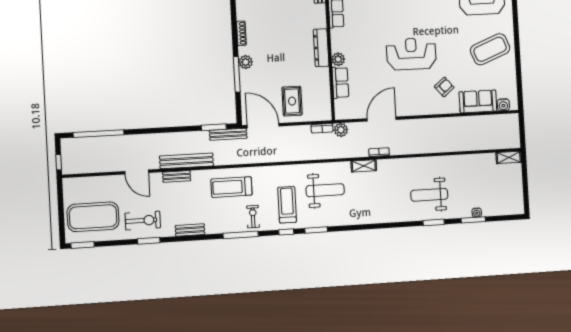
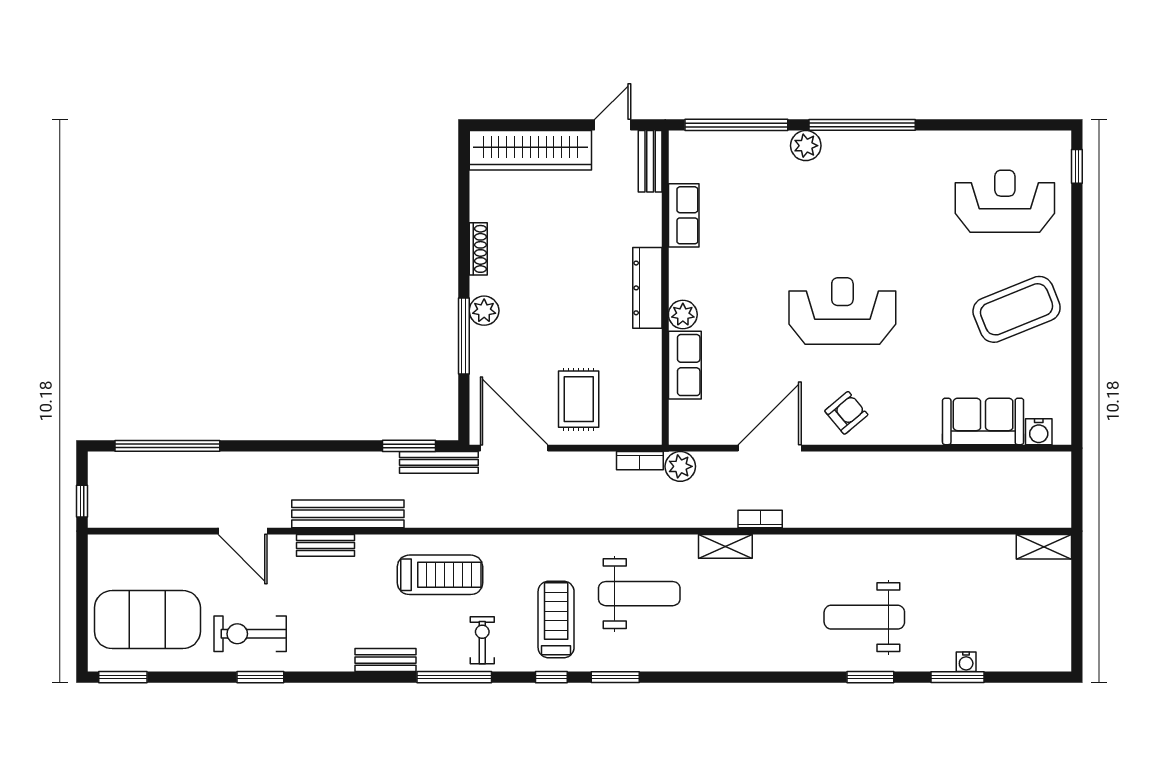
armchair: (444, 87) -> (846, 413), moved
treadmill: (231, 187) -> (440, 575), turned 180
exercise bike: (143, 220) -> (250, 634), turned 180
bench: (190, 230) -> (385, 660), moved

